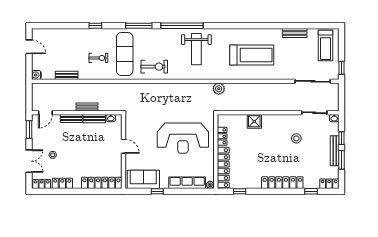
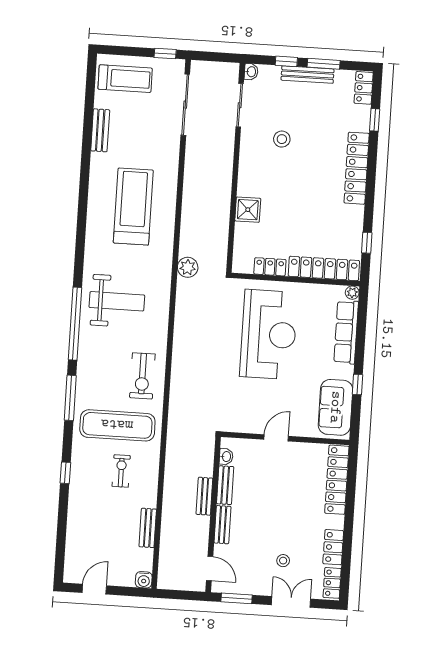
exercise bike: (154, 67) -> (142, 376), turned 180

